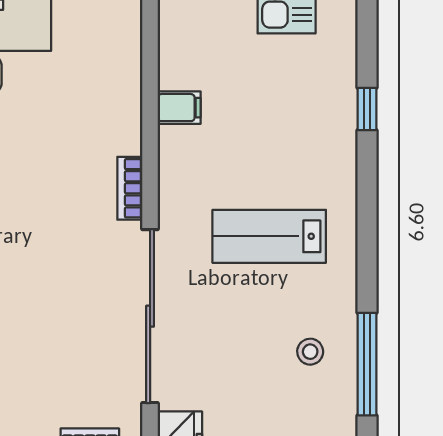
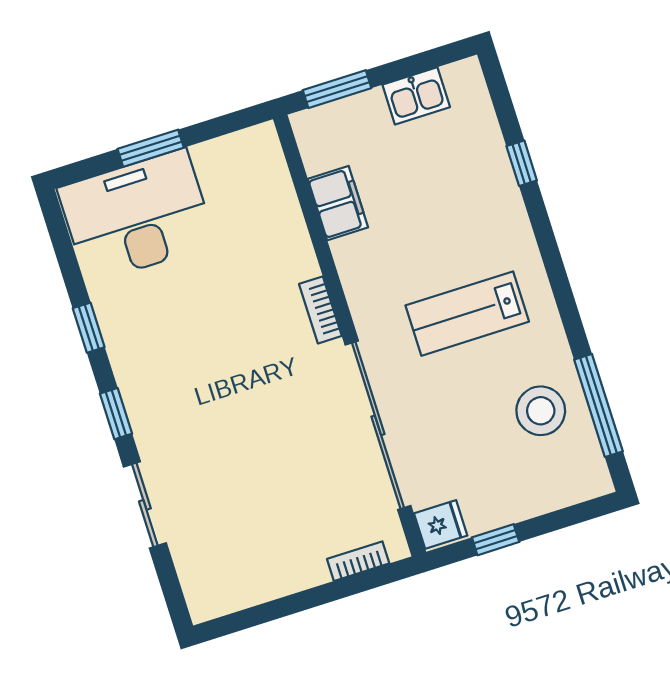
filing cabinet: (179, 108) -> (338, 203), width x2.00
stool: (310, 352) -> (541, 411), width x1.89, depth x1.89

